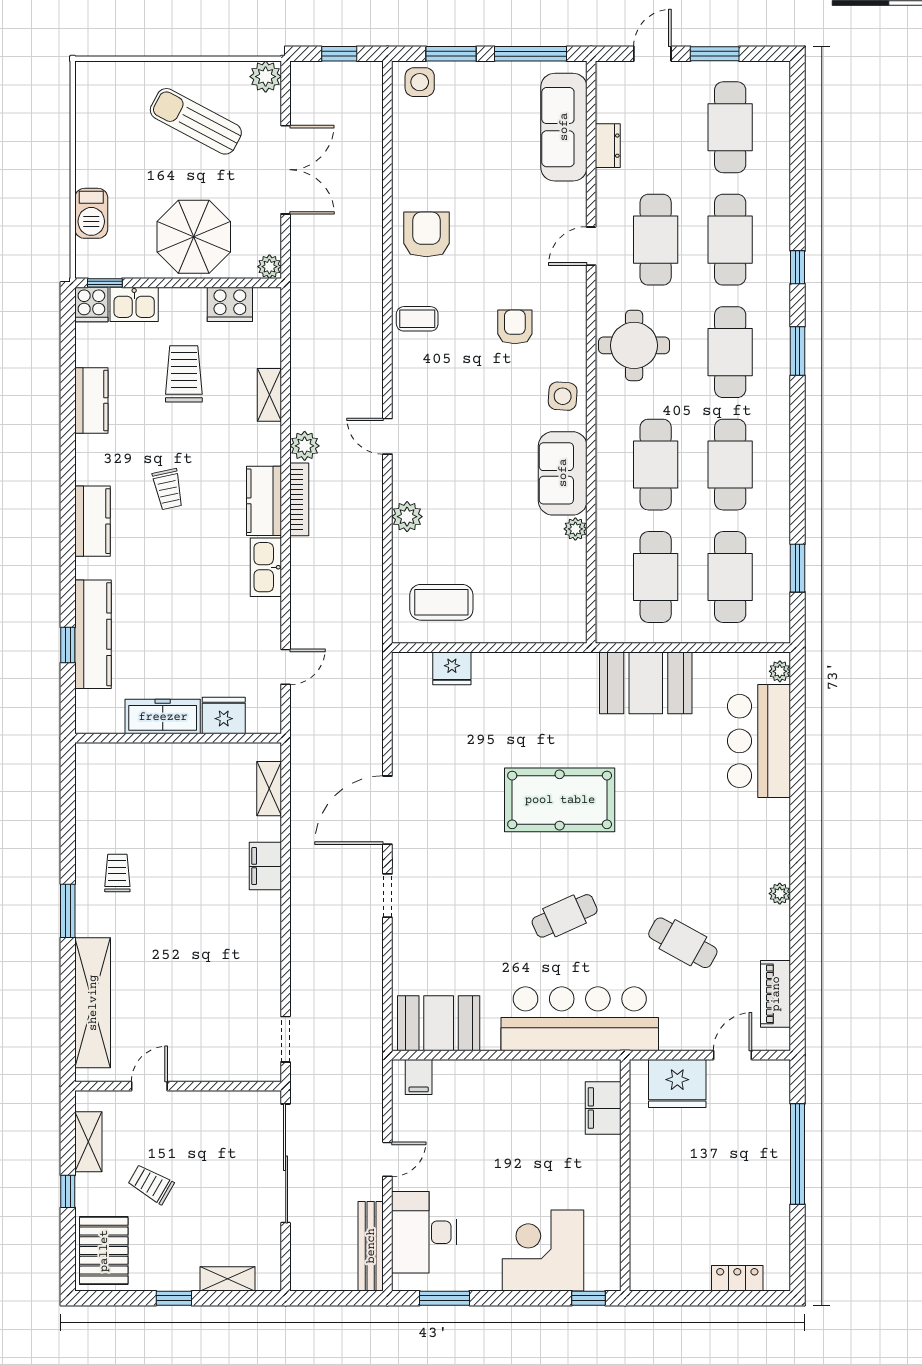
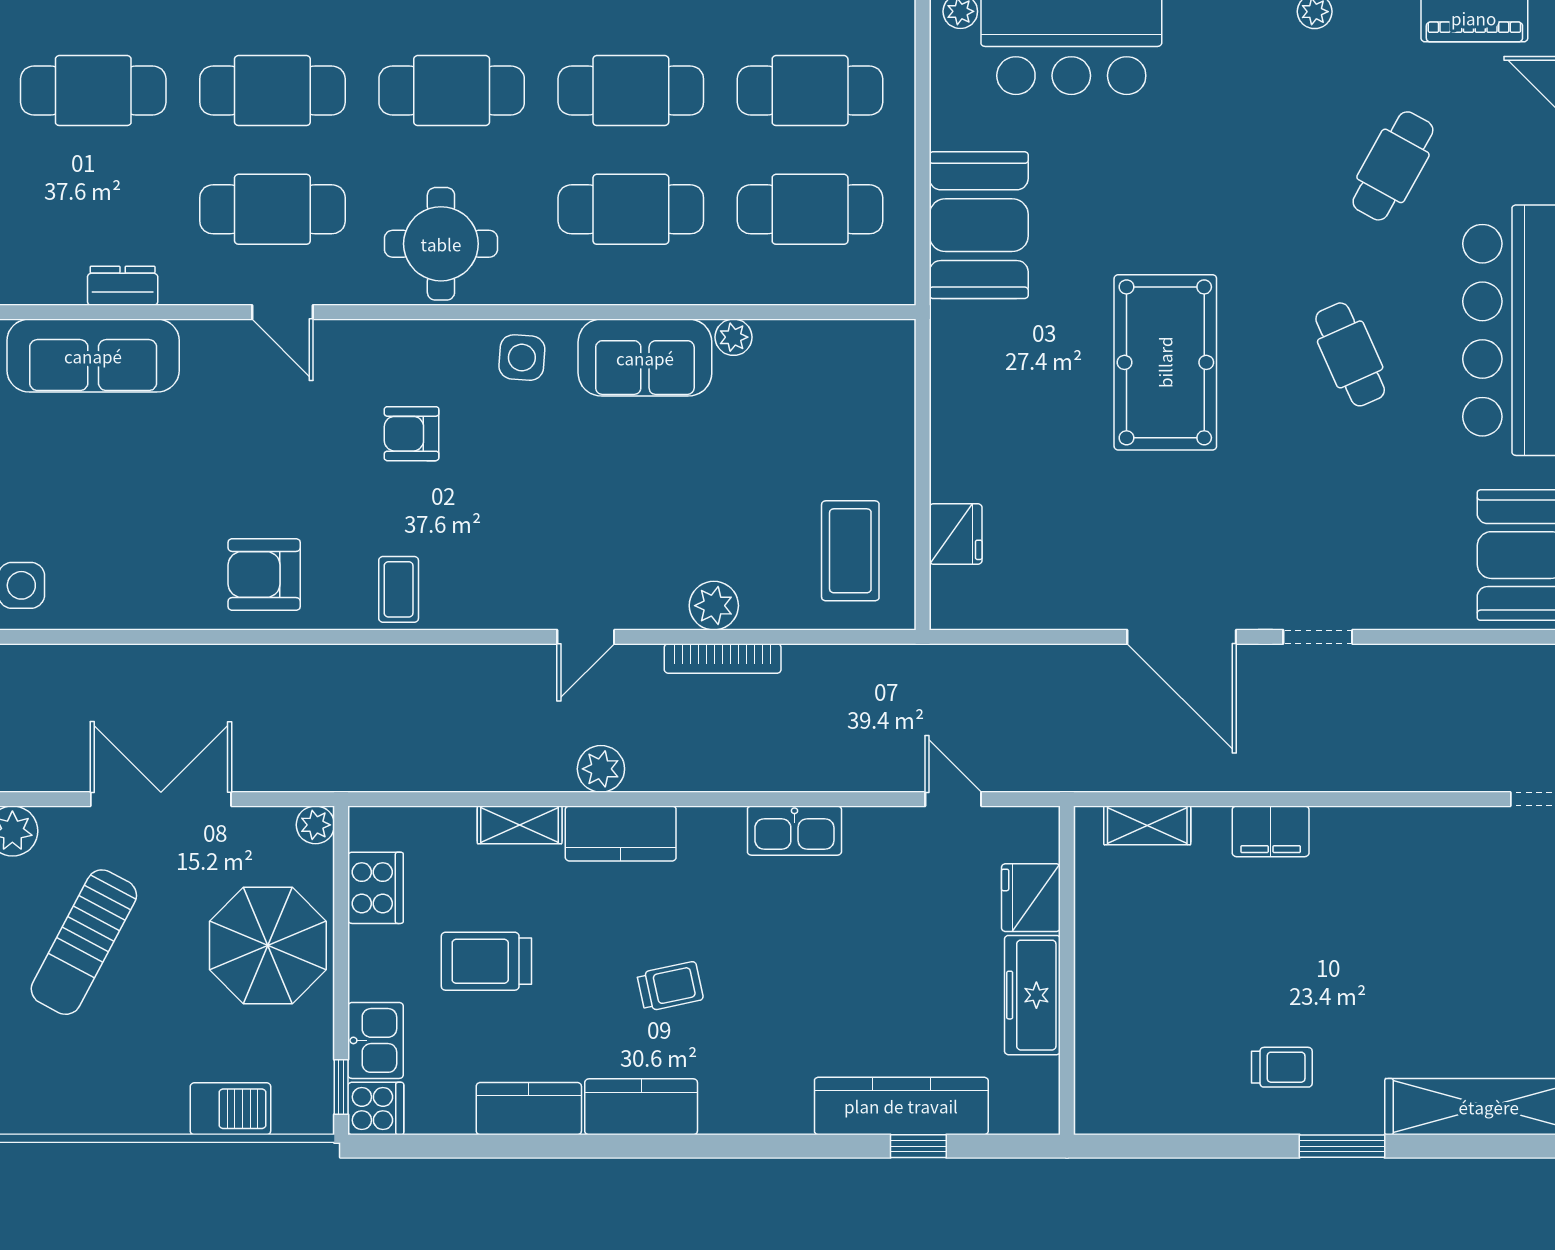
bookcase: (299, 499) -> (723, 658), moved, turned 180
kitchen counter: (264, 501) -> (621, 833), moved
kitchen counter: (92, 521) -> (641, 1107), moved
trolley: (117, 873) -> (1282, 1067), turned 180

